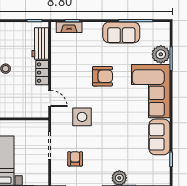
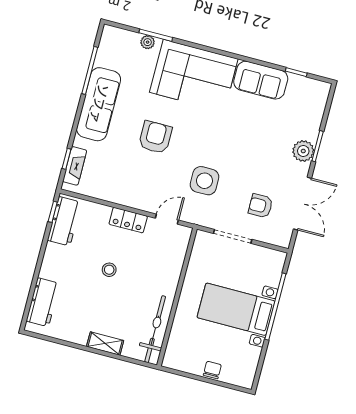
sofa: (121, 32) -> (99, 104), width x1.36
workbench: (40, 44) -> (64, 221), moved, turned -90
plant: (161, 54) -> (148, 42), width x0.53, depth x0.53

